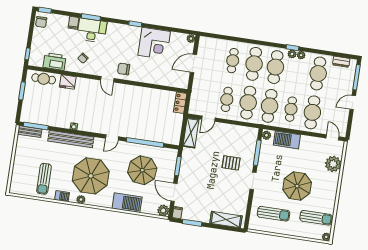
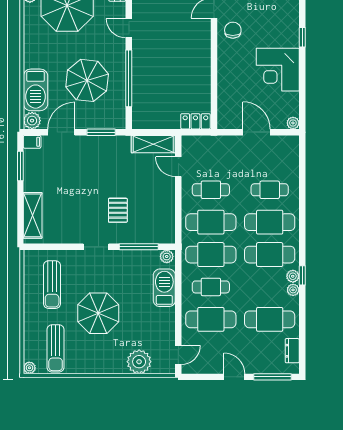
barbecue: (127, 203) -> (36, 90), moved

